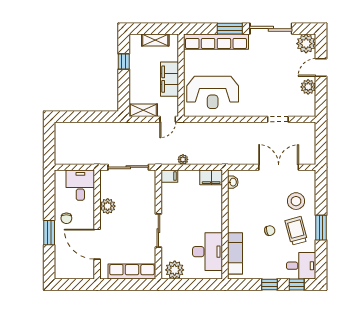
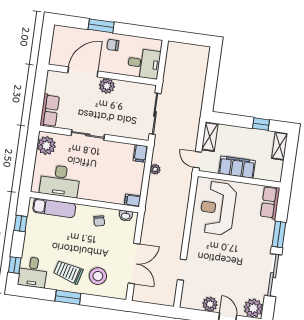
shelving: (155, 40) -> (280, 146), moved
row of seats: (216, 42) -> (270, 203), width x0.50
filing cabinet: (211, 177) -> (133, 200), width x0.50
plant: (108, 206) -> (107, 86), moved
chair: (270, 231) -> (99, 221), moved
trolley: (296, 231) -> (68, 272), turned -150
row of seats: (132, 271) -> (50, 111), width x0.68
window: (269, 285) -> (21, 223), moved

